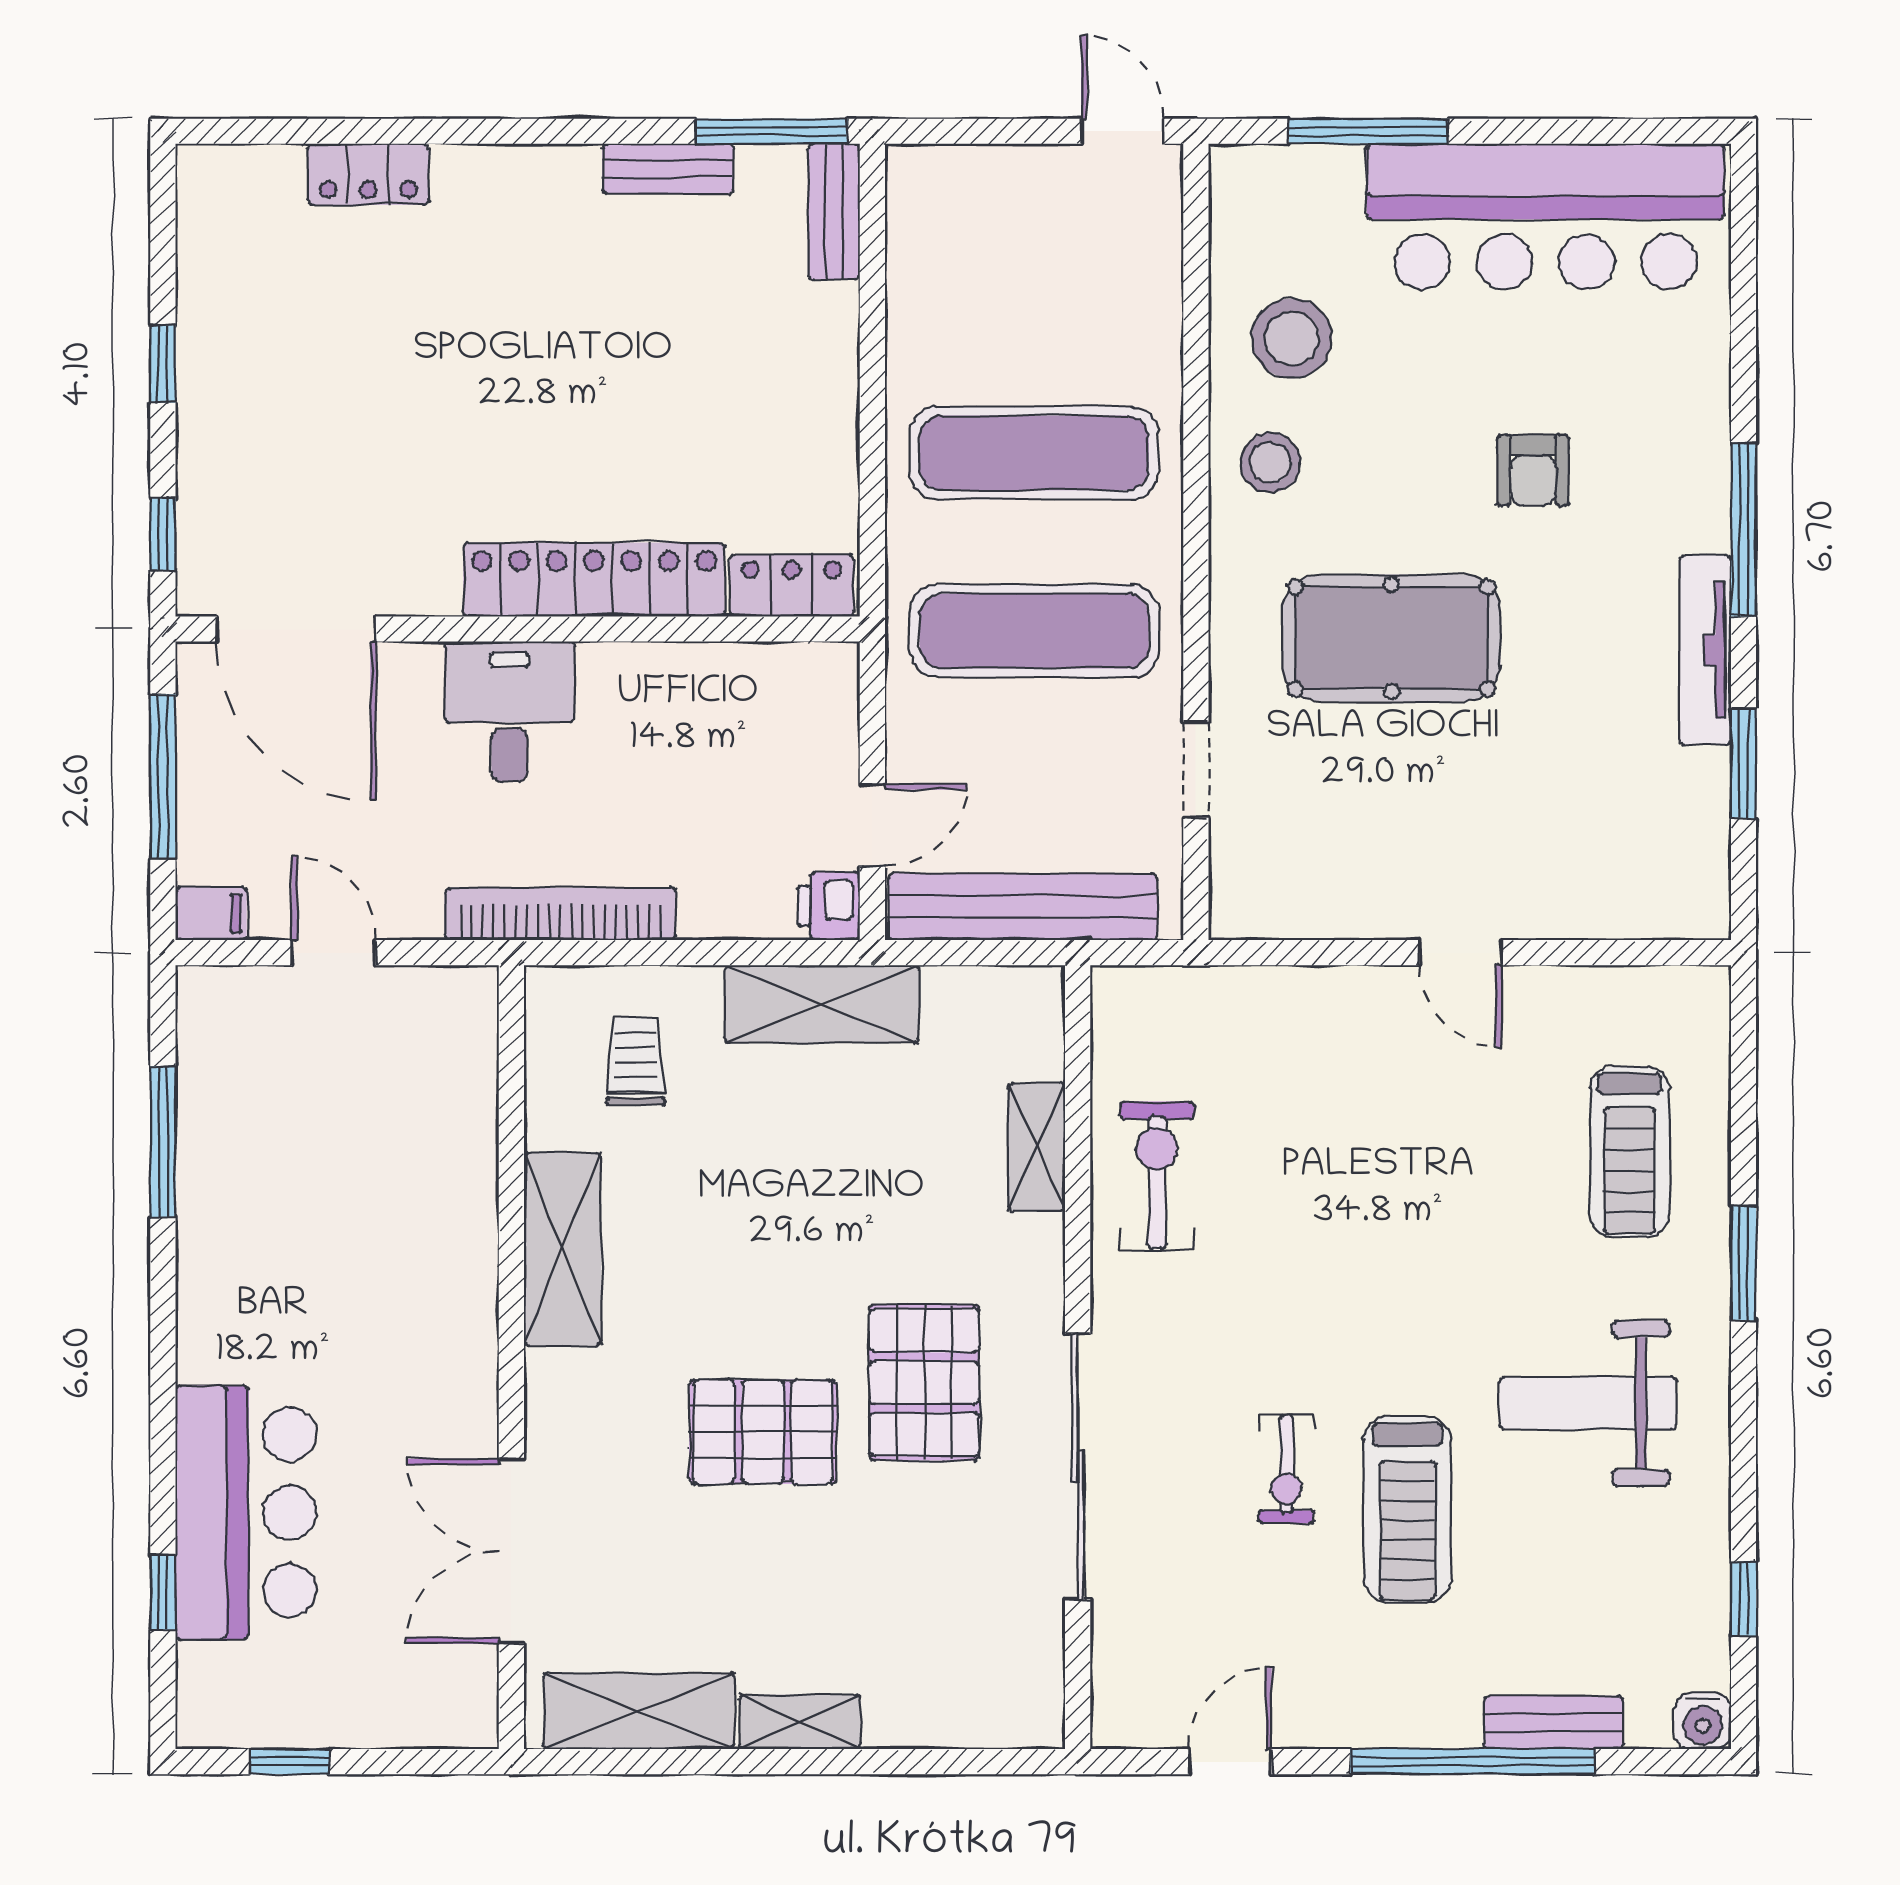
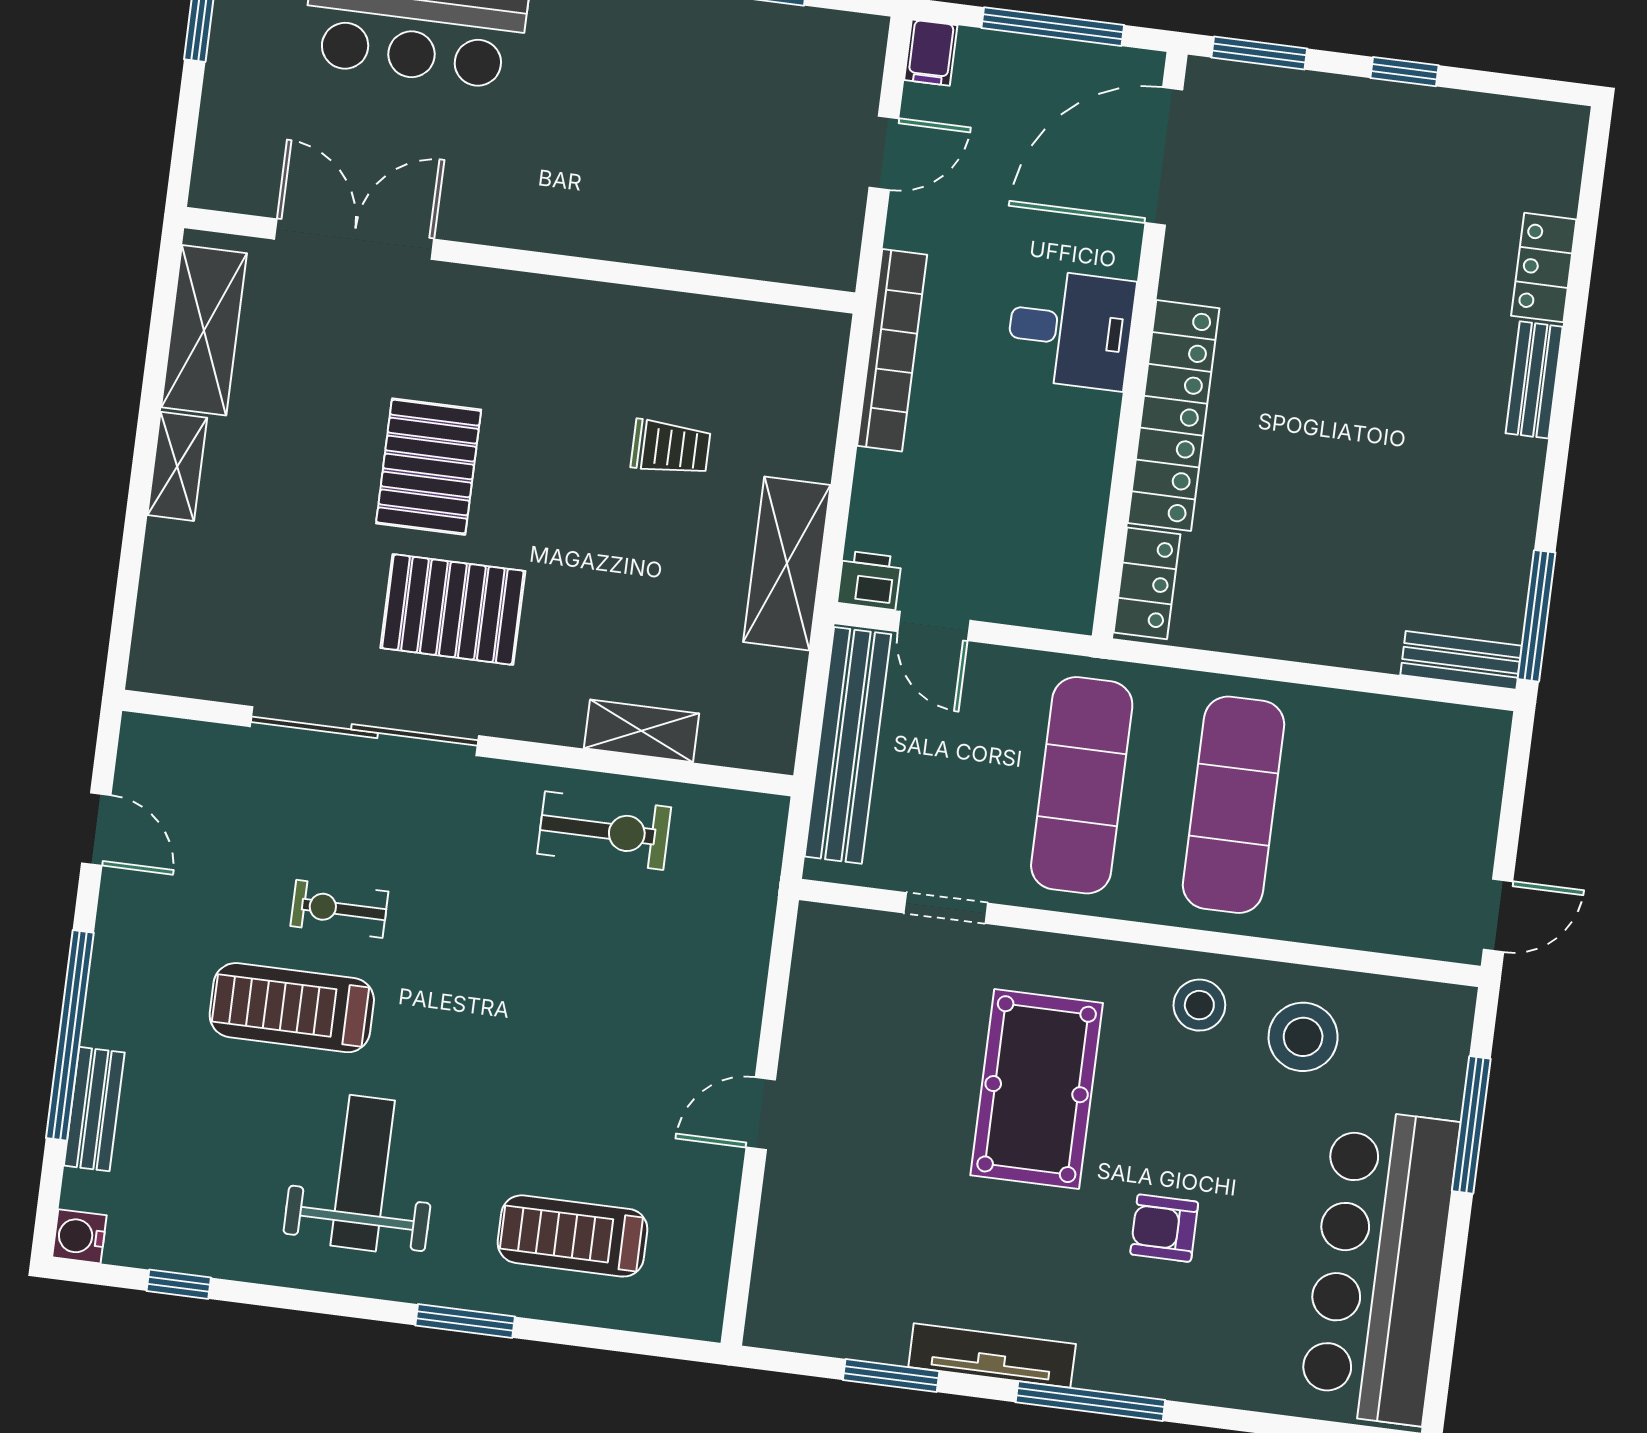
bench: (668, 169) -> (1534, 380), moved
window: (163, 534) -> (1259, 53), width x1.50
trolley: (636, 1061) -> (671, 448), moved
shelving: (562, 1249) -> (606, 316), removed

